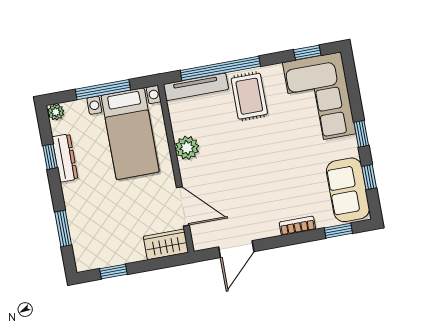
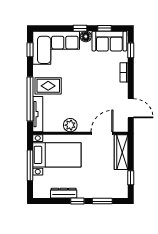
plant: (56, 112) -> (38, 194), removed
floor lamp: (348, 147) -> (86, 36), added
window: (50, 157) -> (77, 201), moved
wardrobe: (166, 244) -> (121, 152), width x1.50

